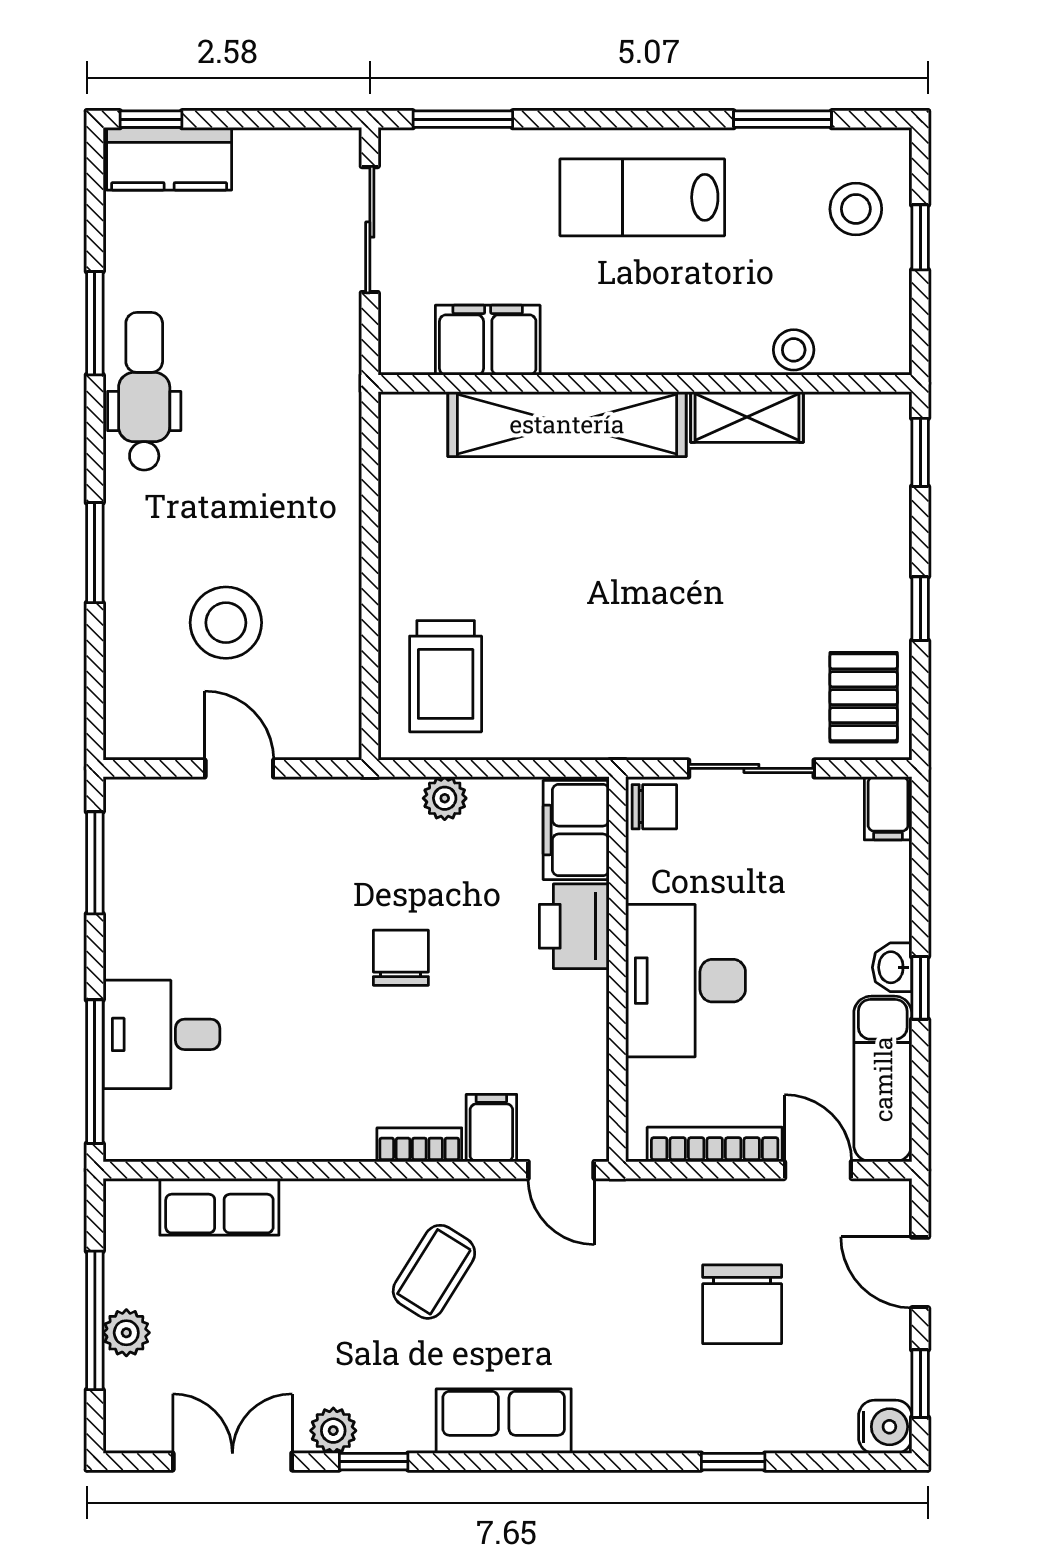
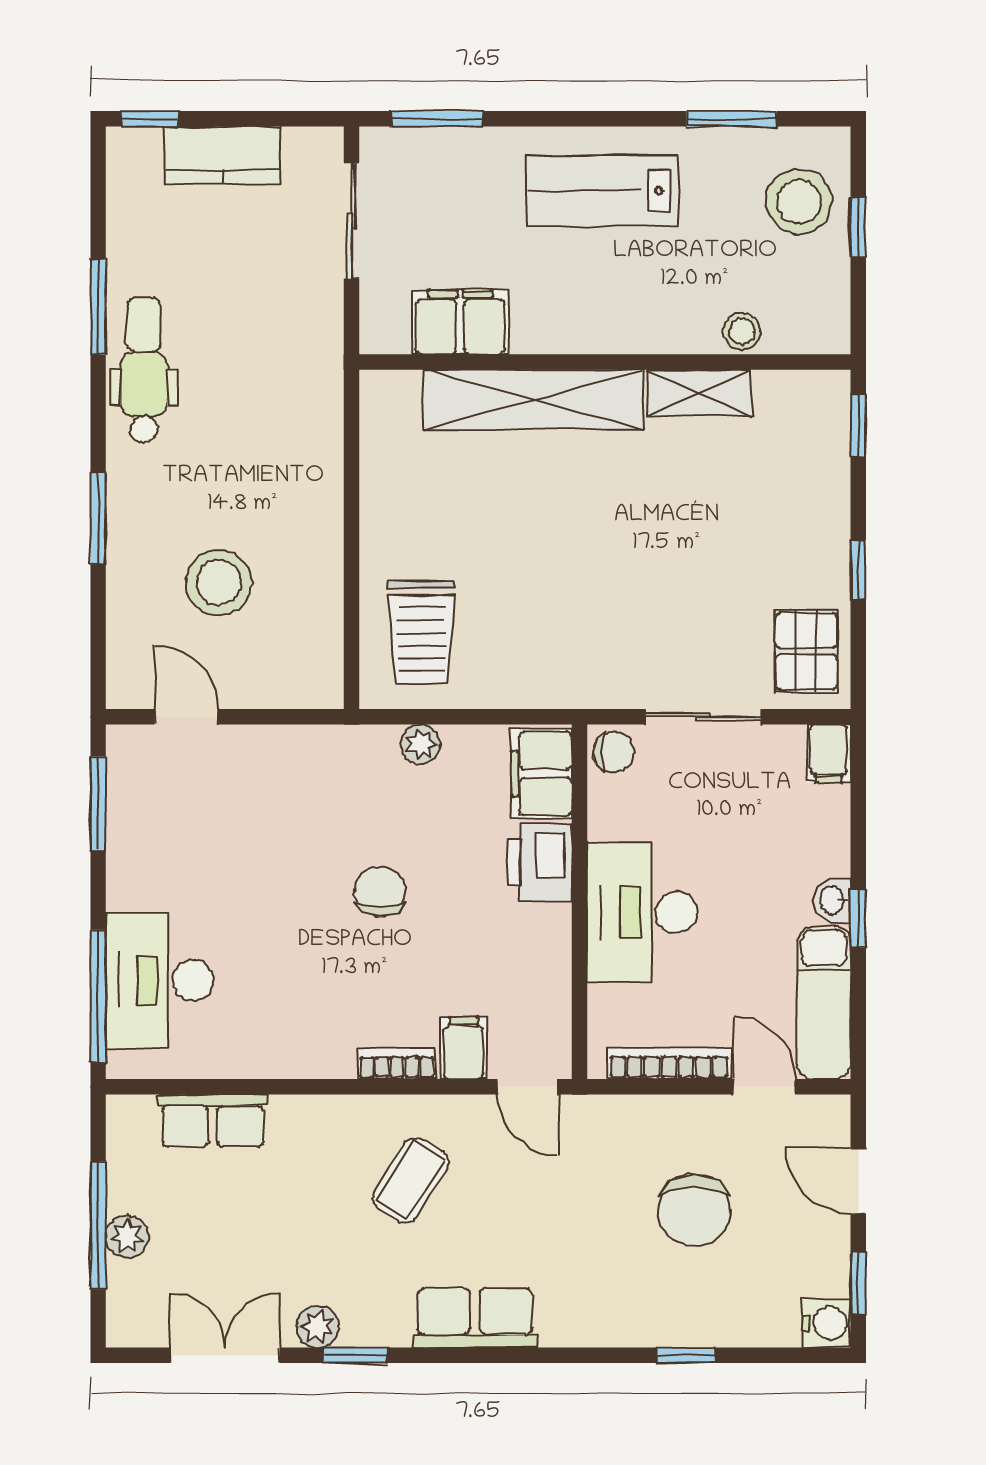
kitchen counter: (169, 159) -> (223, 155), moved
stool: (856, 209) -> (799, 202), width x1.38, depth x1.38
door: (239, 768) -> (187, 717), moved
desk: (161, 1034) -> (160, 980), width x1.37

